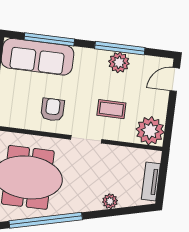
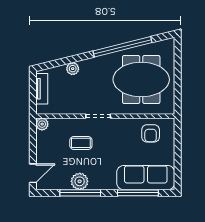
armchair: (53, 110) -> (151, 133), moved
plant: (150, 131) -> (42, 124), width x0.53, depth x0.53

